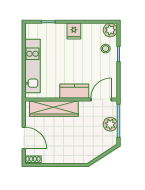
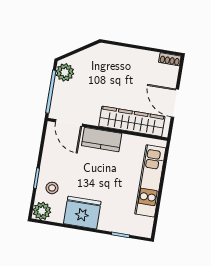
fridge: (74, 31) -> (82, 213), width x1.88, depth x1.34
door: (101, 99) -> (69, 123), hinge flipped
plant: (110, 124) -> (65, 72), moved
door: (24, 138) -> (175, 103), moved

